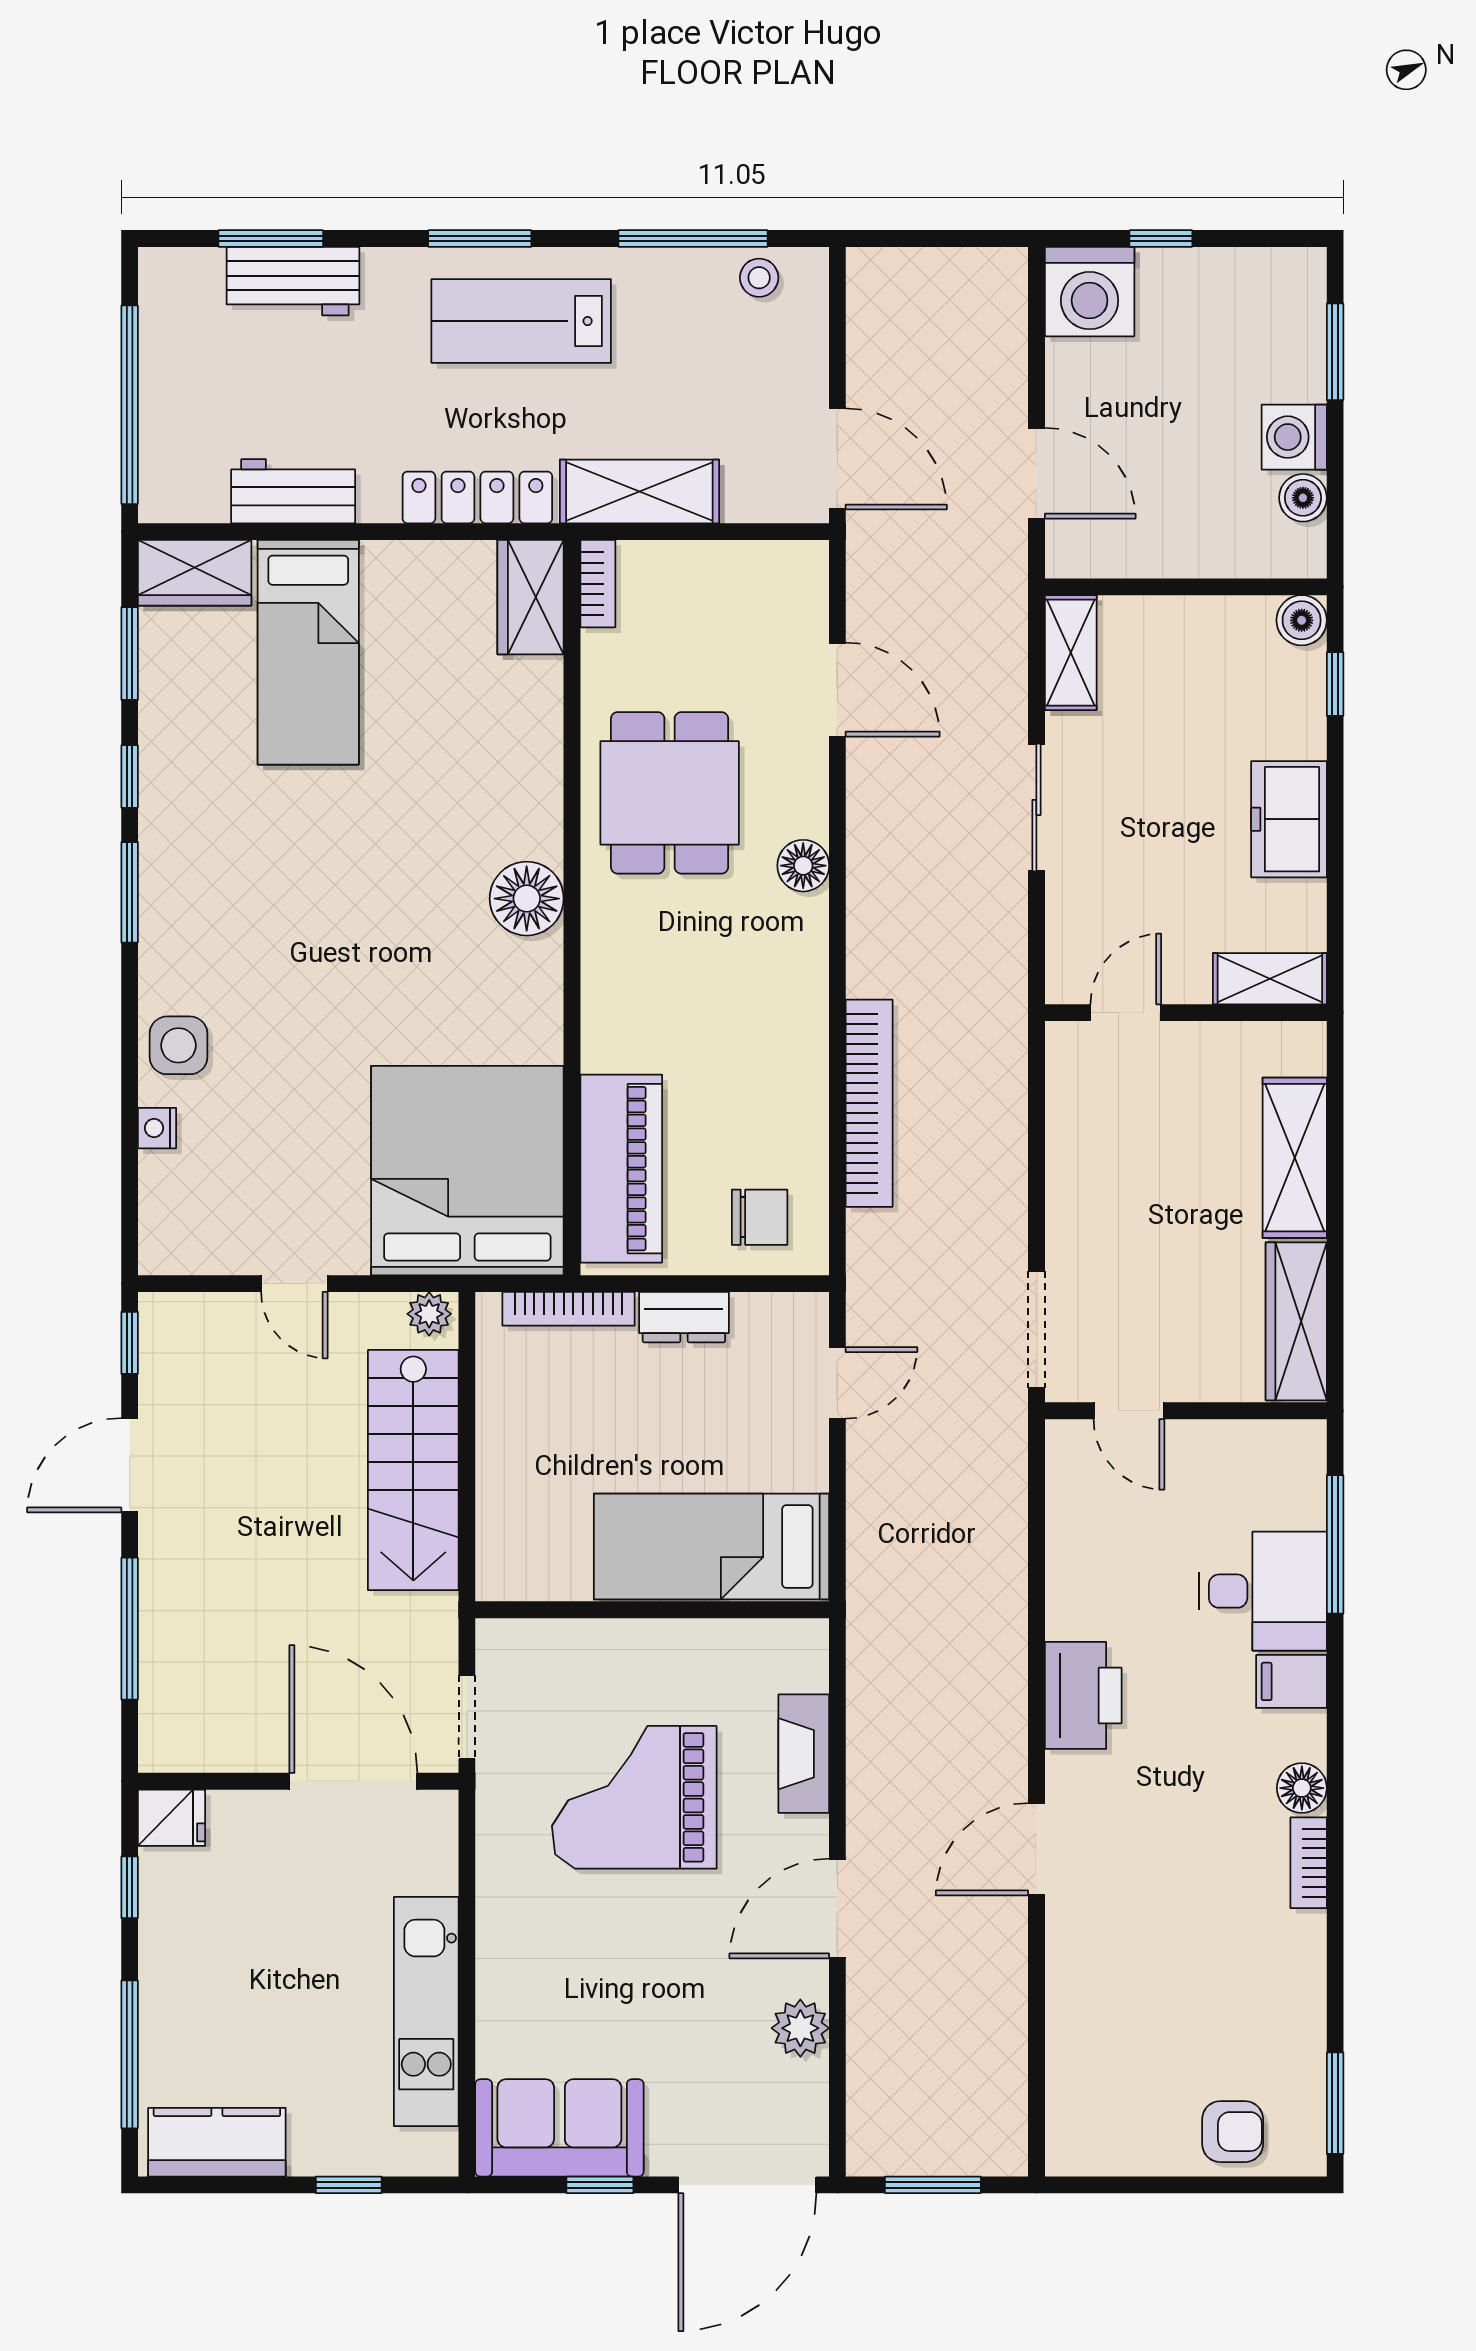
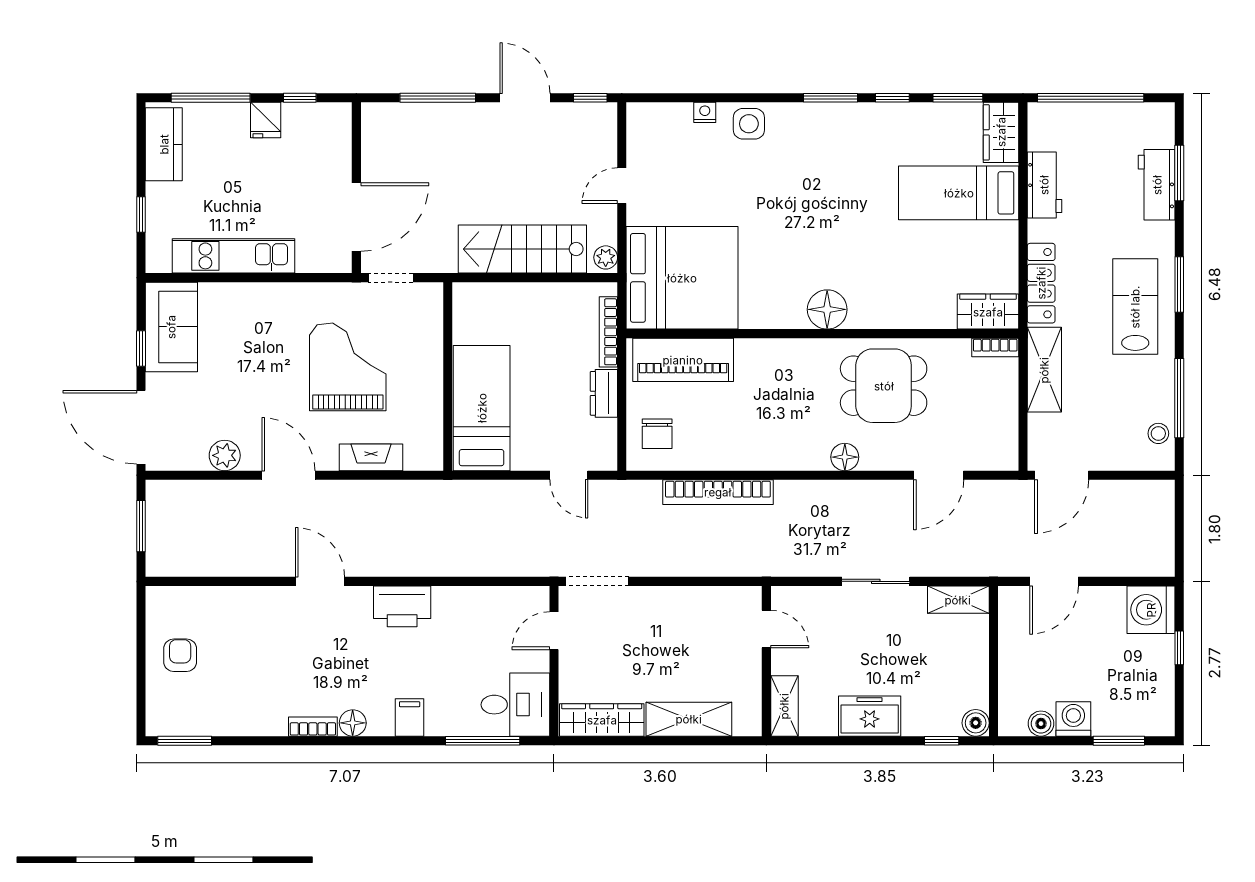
desk: (1263, 1591) -> (515, 705), moved, turned -90
fridge: (172, 1818) -> (266, 120), moved
armchair: (1233, 2132) -> (180, 655), moved, turned 180

